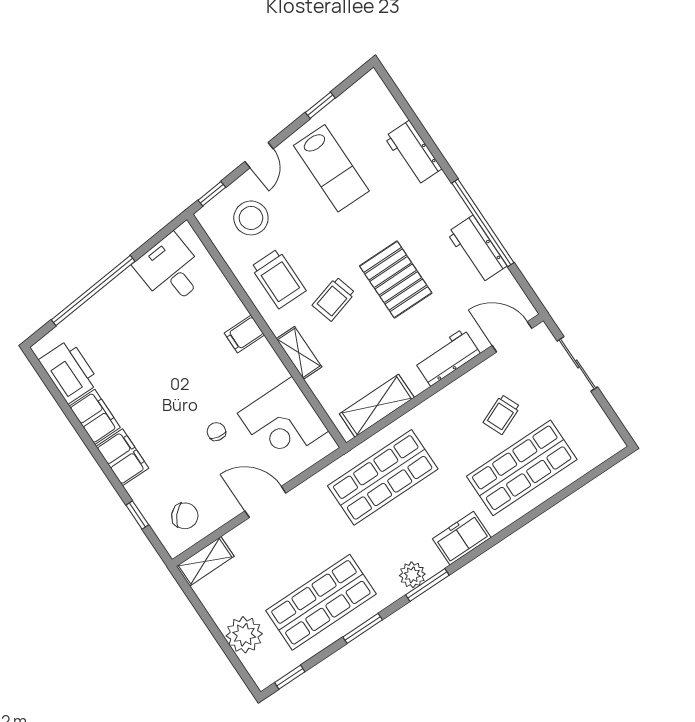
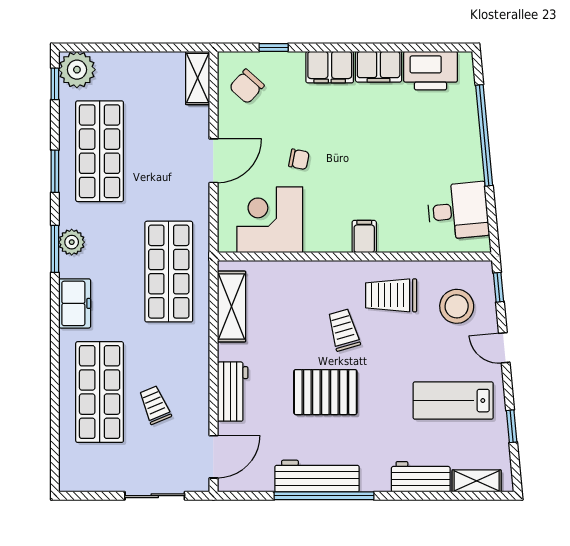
workbench: (477, 249) -> (317, 476), width x1.38
shelving: (299, 353) -> (477, 481), moved
plant: (244, 635) -> (77, 70), moved

